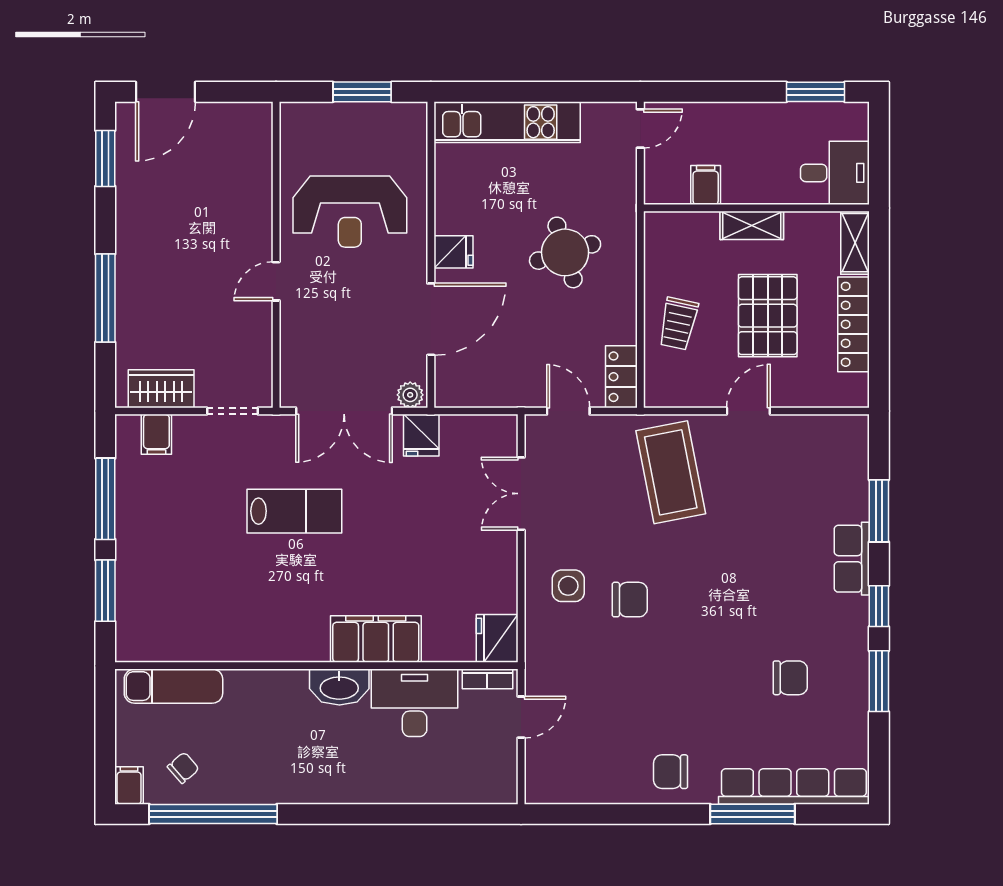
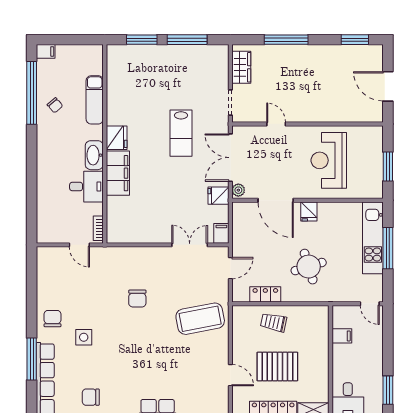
door: (166, 92) -> (388, 86), moved
window: (528, 92) -> (388, 248), added
shelving: (752, 225) -> (322, 359), removed
door: (276, 281) -> (276, 124), moved
locker: (621, 377) -> (265, 294), moved
door: (748, 411) -> (230, 375), moved
filing cabinet: (156, 434) -> (221, 233), moved, turned 90
side table: (568, 586) -> (84, 337), moved
fridge: (497, 638) -> (117, 138), moved, turned 90
chair: (790, 678) -> (91, 397), moved, turned 90
exam couch: (173, 686) -> (95, 100), moved
desk: (415, 703) -> (86, 187), width x0.73
chair: (183, 768) -> (55, 105), moved

